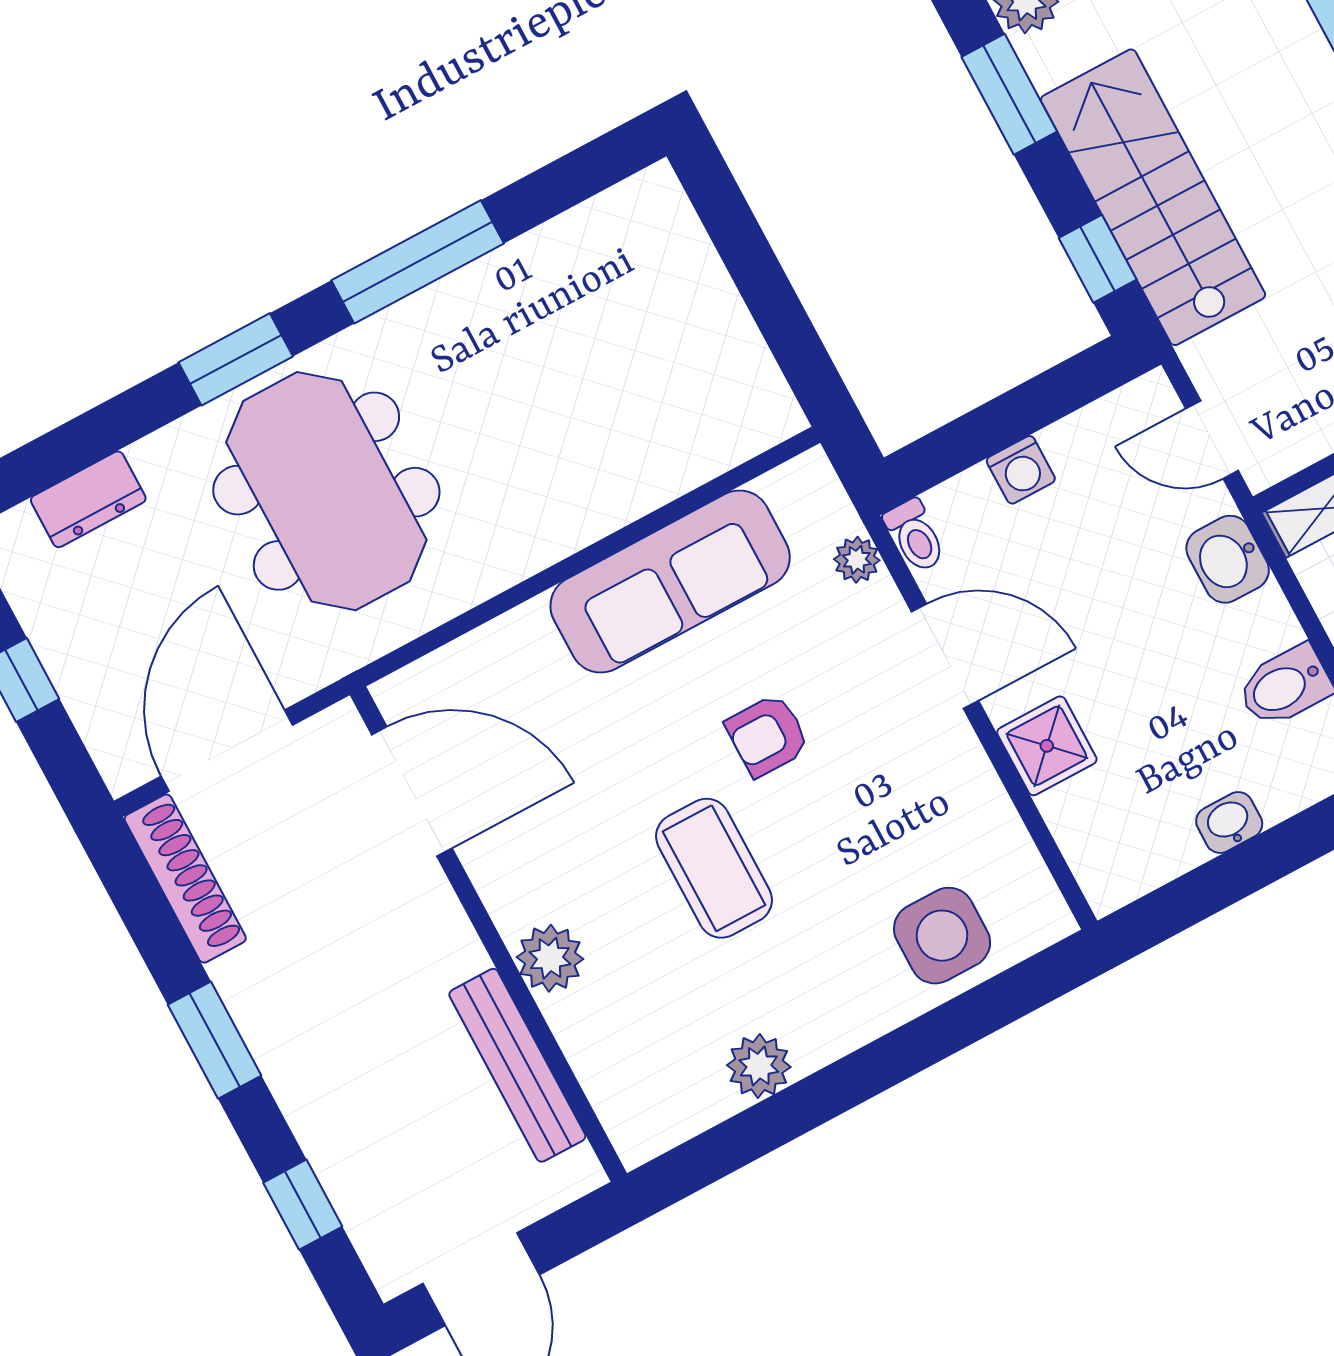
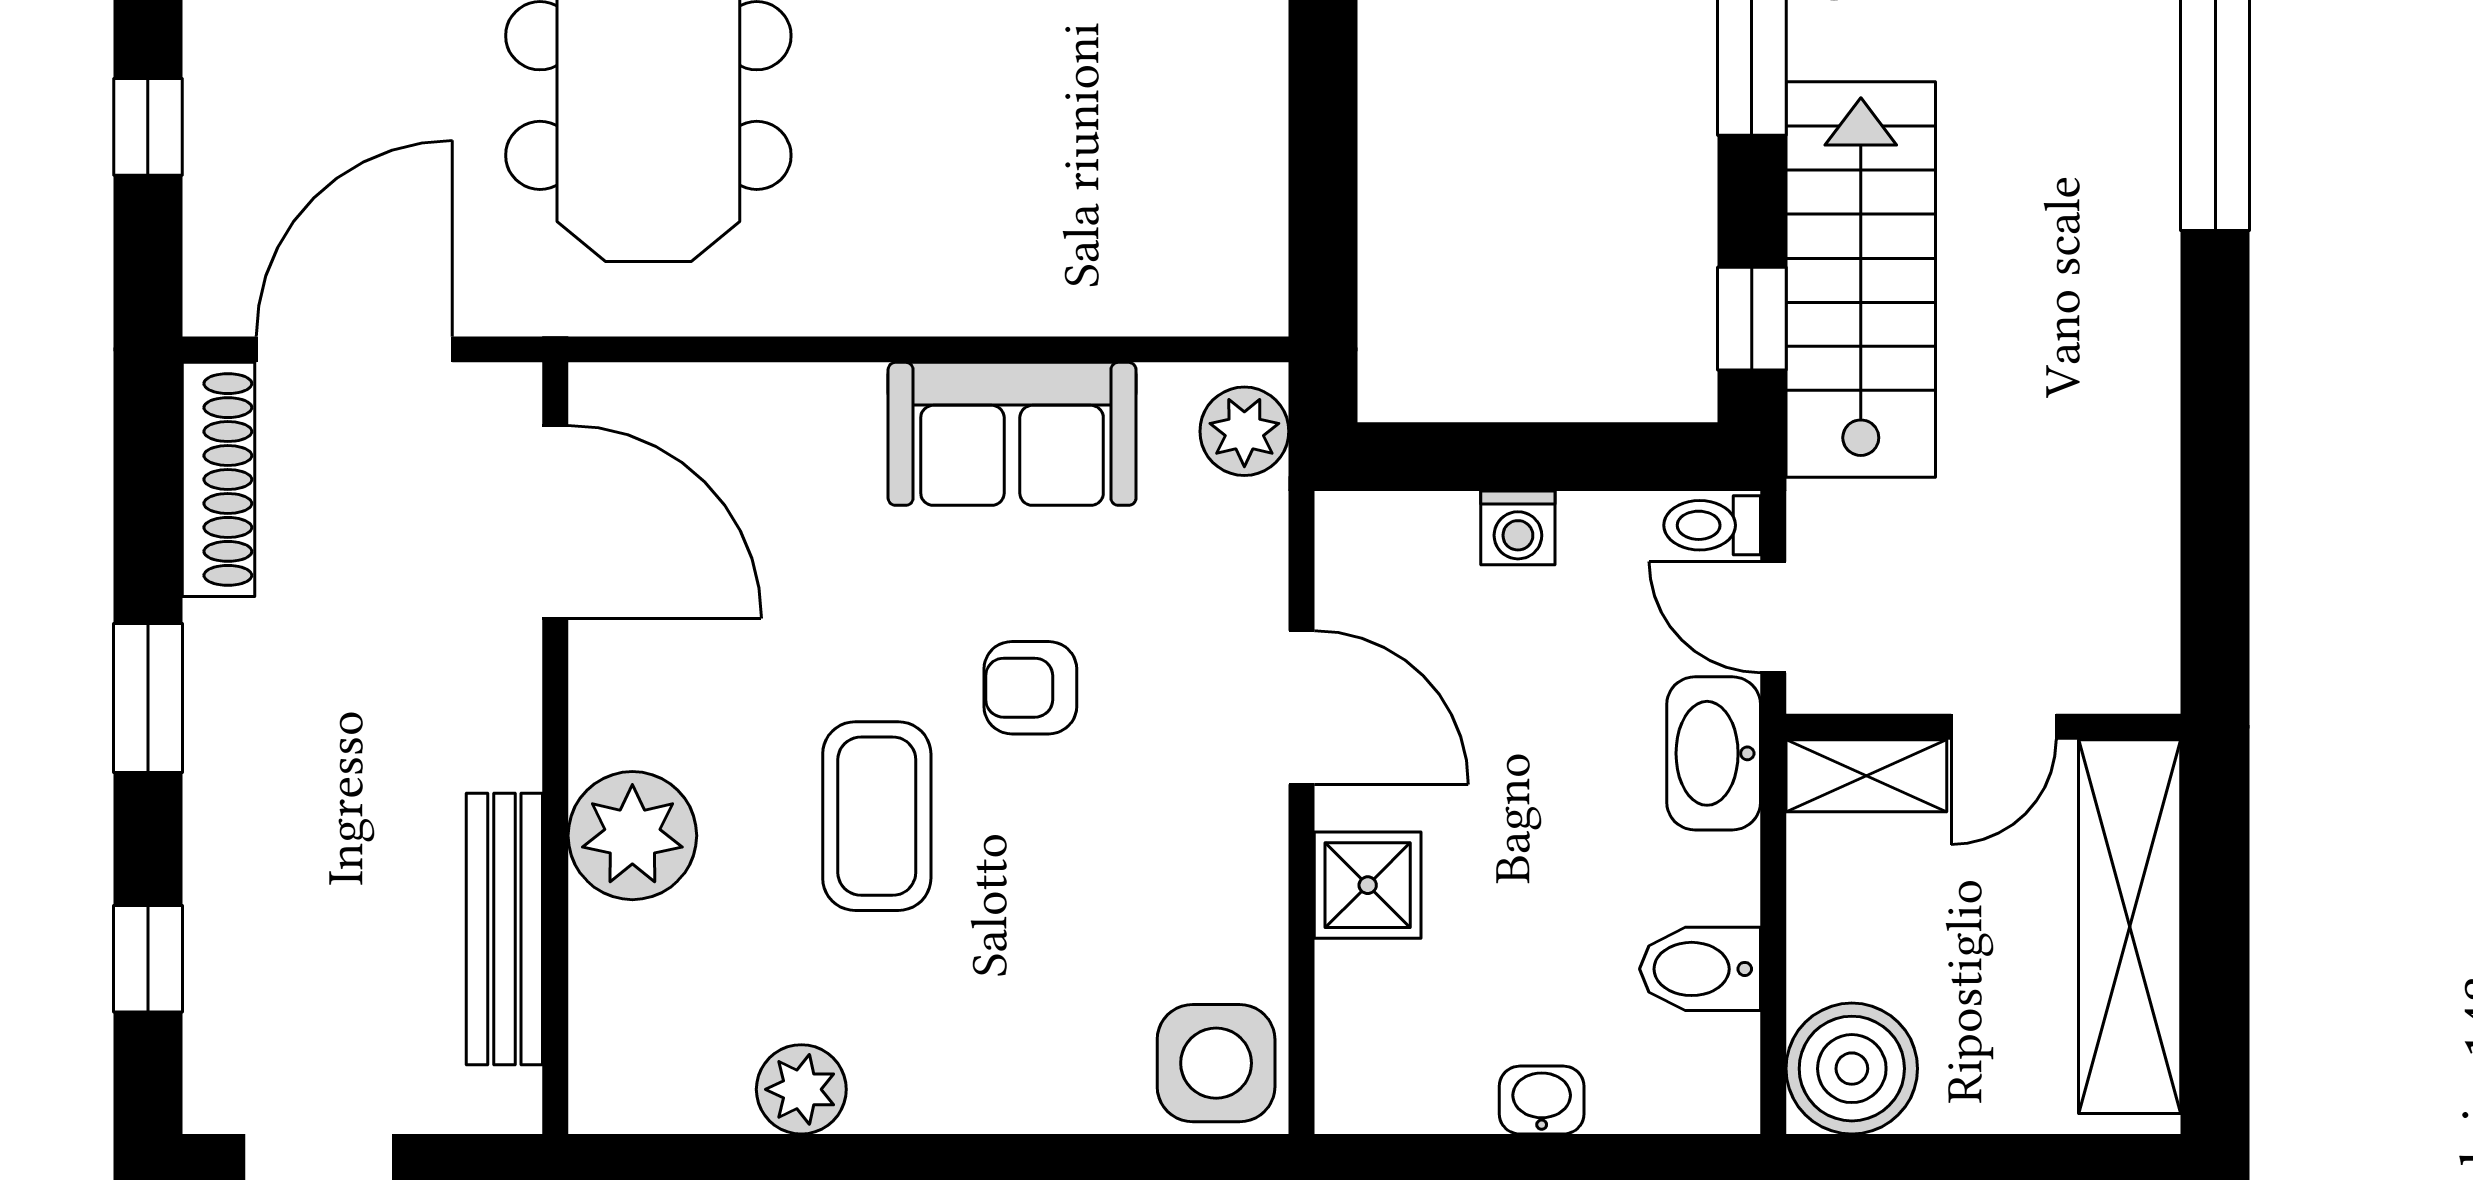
toilet: (915, 536) -> (1712, 525), moved, turned 90
washbasin: (1228, 559) -> (1714, 753), width x1.38
plant: (857, 560) -> (1244, 431), moved, width x1.38, depth x1.38
sofa: (670, 582) -> (1012, 434), width x0.73
side table: (942, 936) -> (1216, 1063), moved
plant: (550, 958) -> (632, 836), width x1.36, depth x1.36

